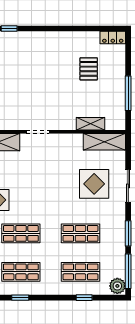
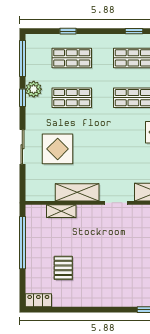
window: (128, 93) -> (22, 243), width x1.46
shelving: (104, 142) -> (77, 192), moved
window: (128, 233) -> (22, 98), width x0.67
plant: (117, 286) -> (34, 89), moved

